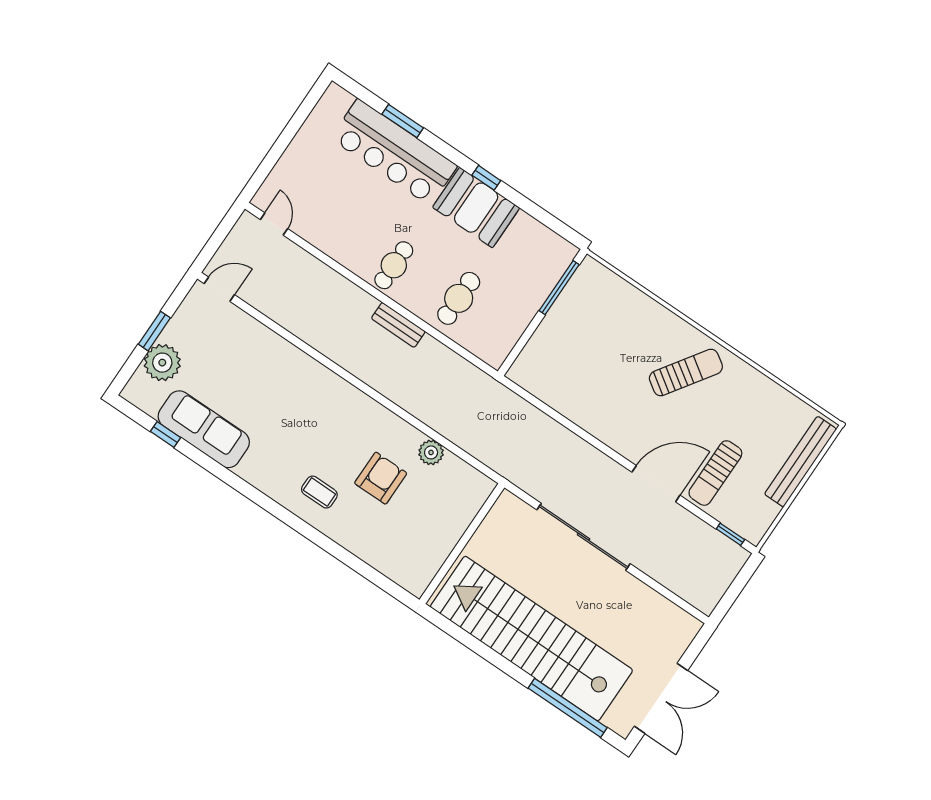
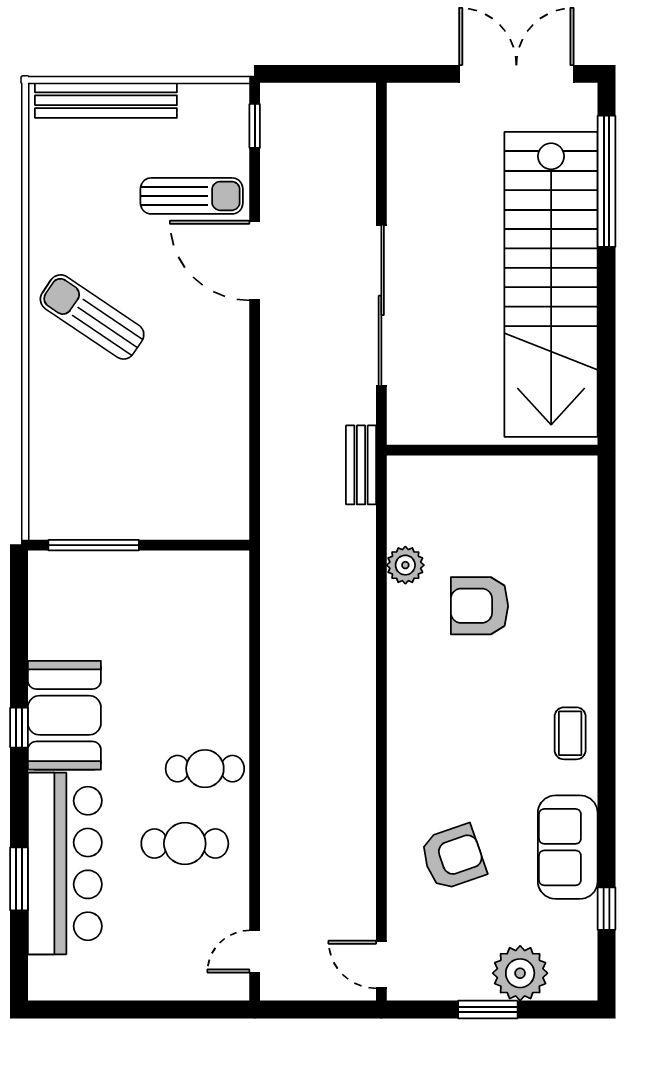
cafe table: (459, 298) -> (185, 844), moved
bench: (398, 325) -> (361, 465), moved
armchair: (252, 369) -> (453, 857), added
sofa: (204, 429) -> (568, 847), width x0.73
coffee table: (319, 492) -> (570, 733), moved

